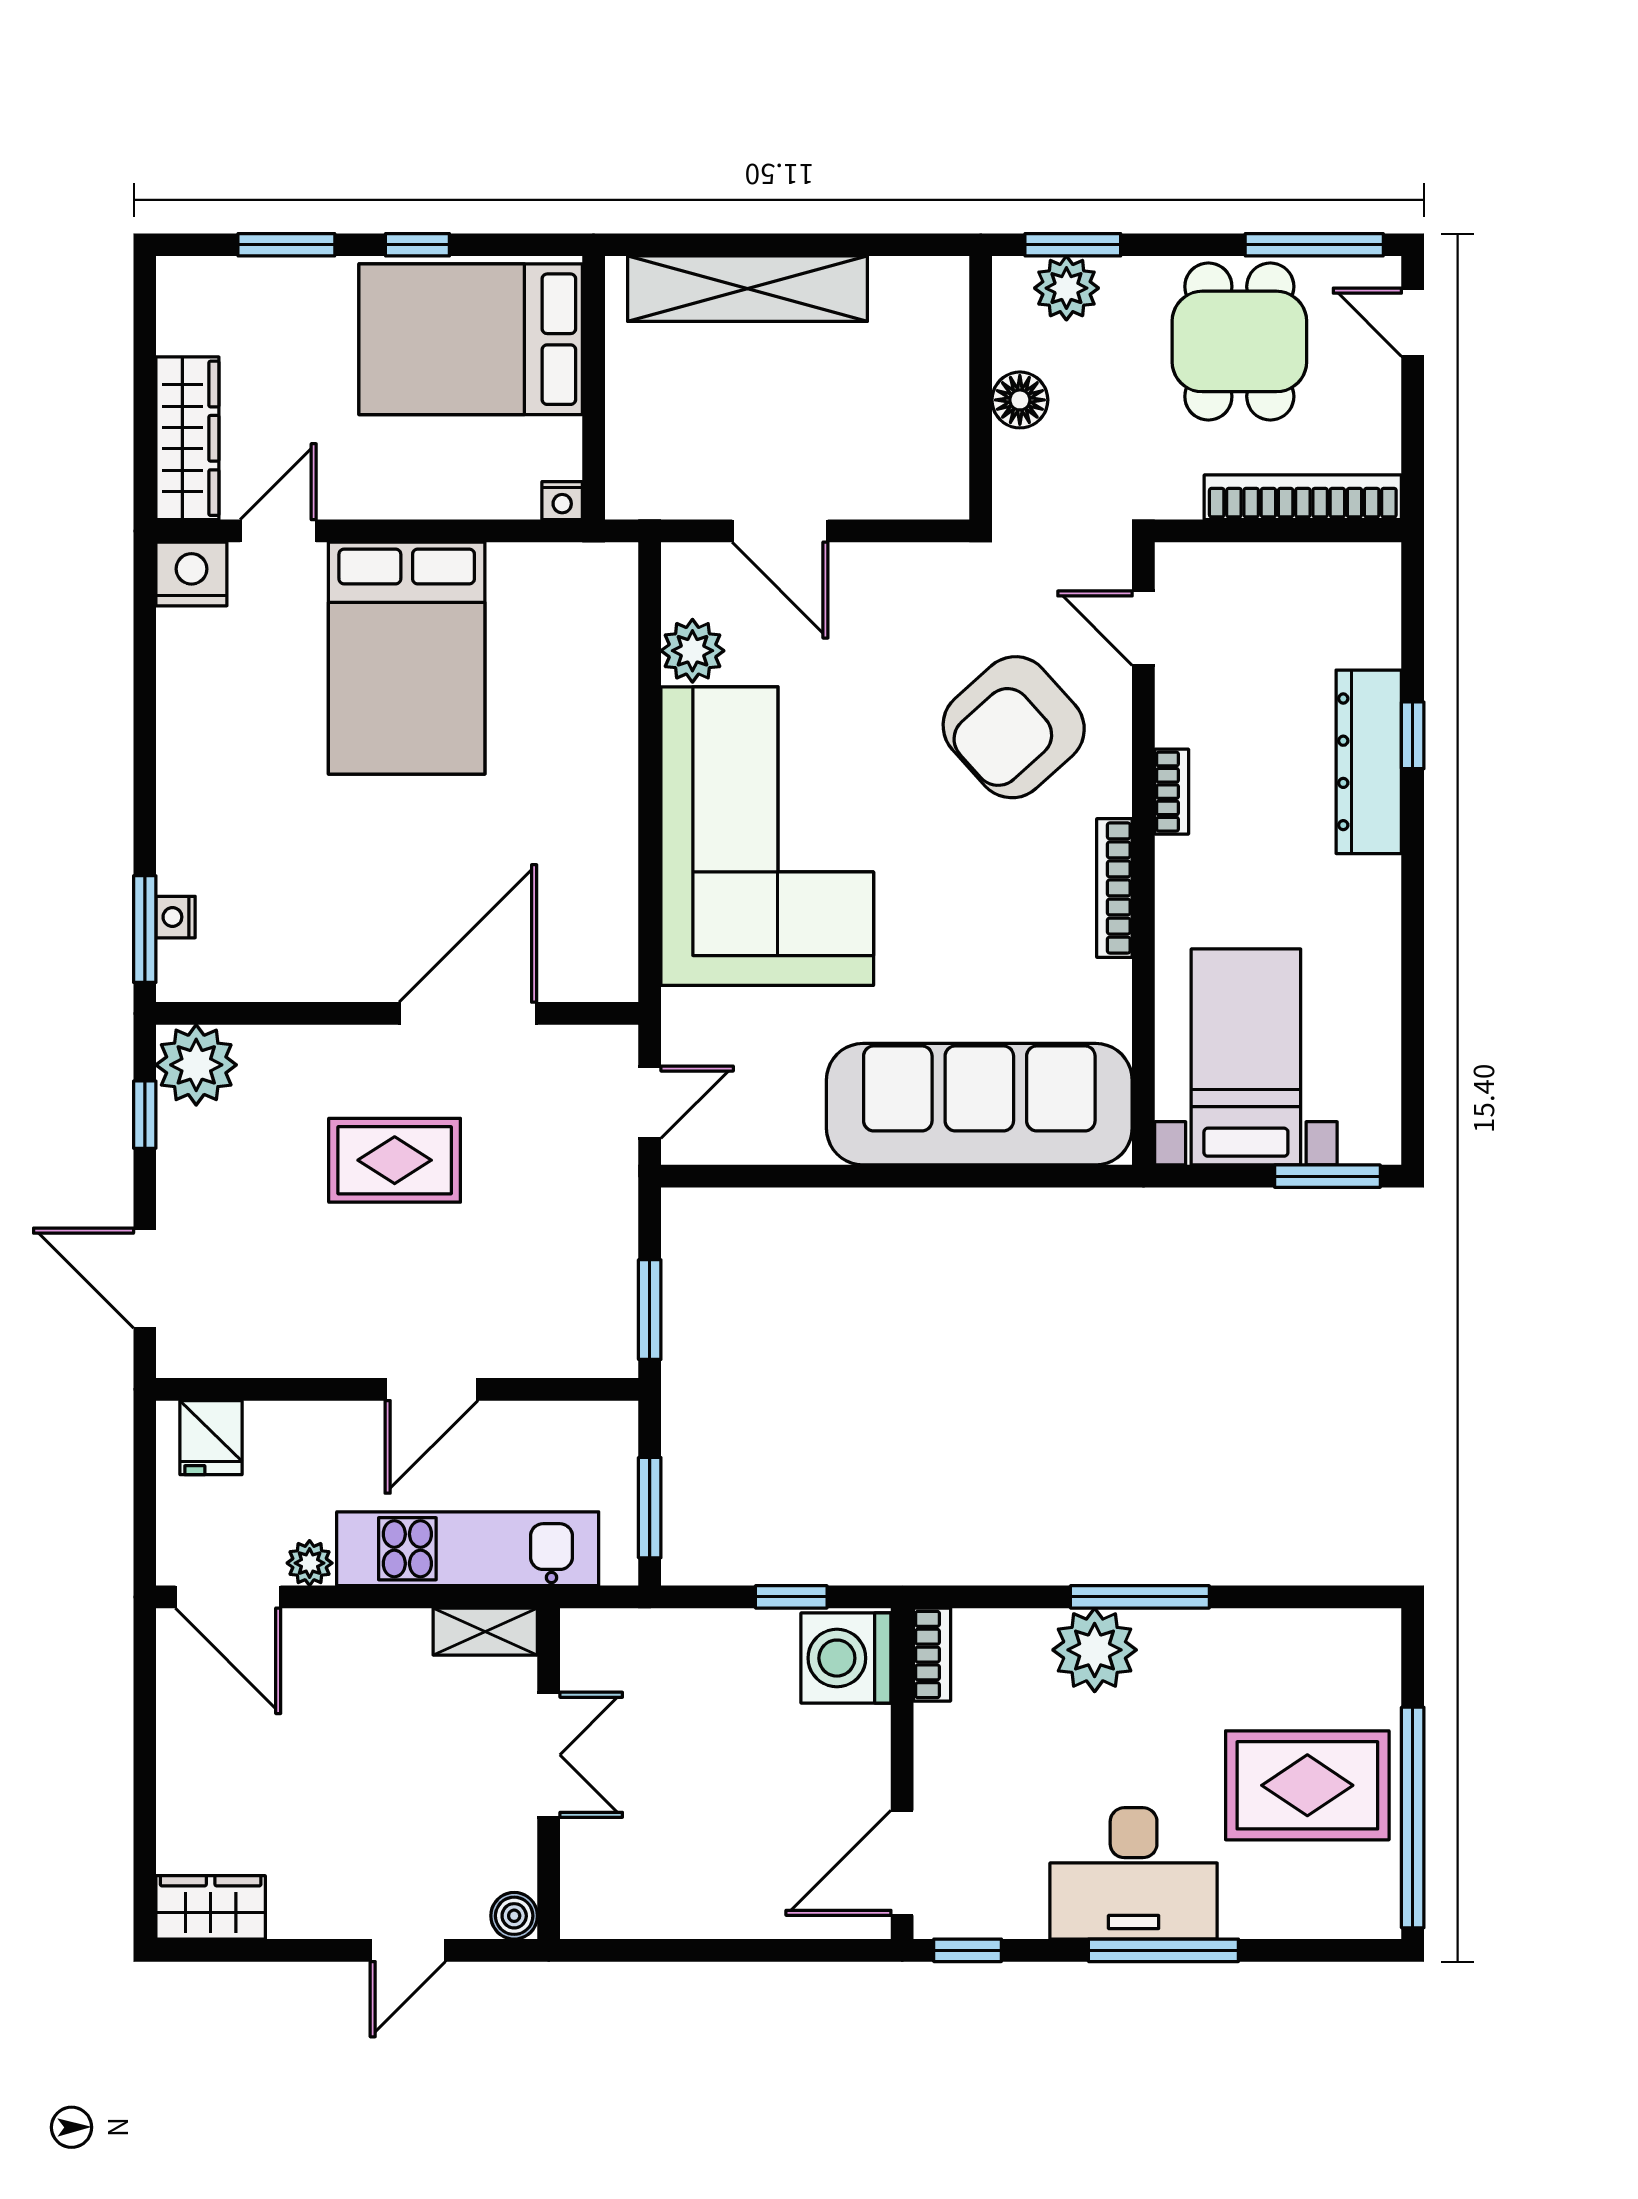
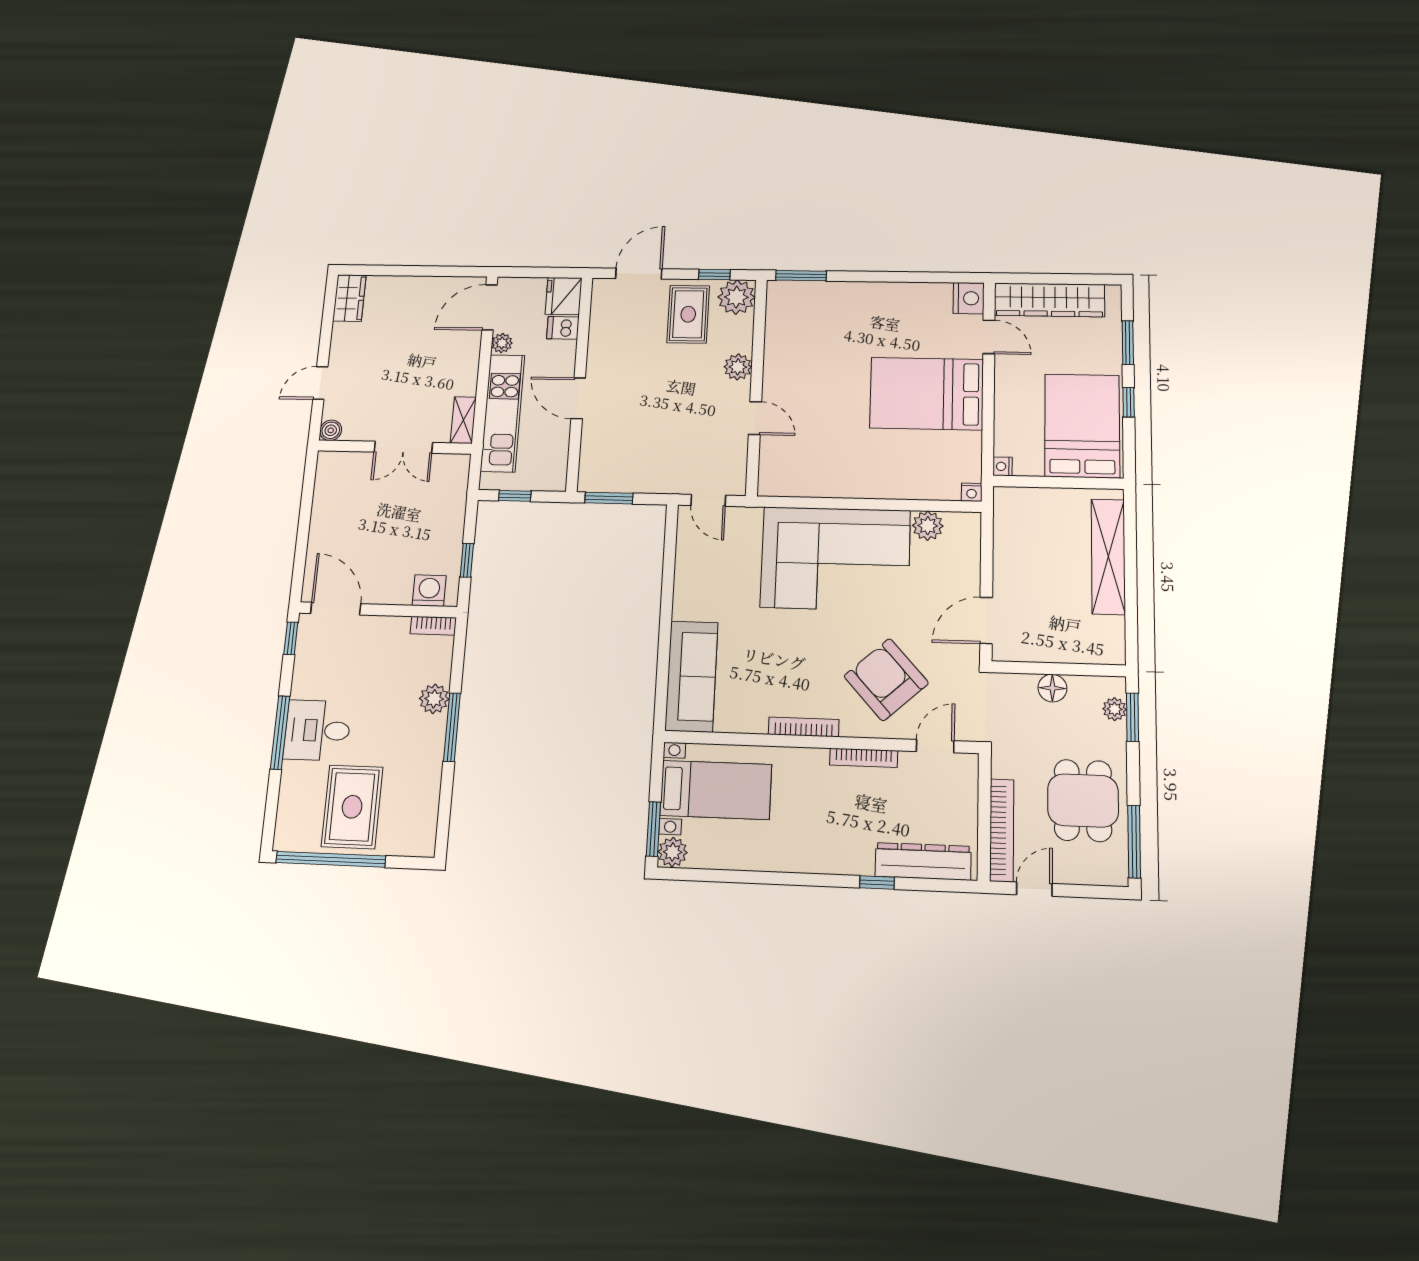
plant: (1066, 288) -> (1115, 709), width x0.73, depth x0.73
door: (1413, 322) -> (1034, 889), moved
dining table: (1239, 341) -> (1083, 800), turned 90
wardrobe: (187, 438) -> (1049, 300), width x1.40, depth x1.17
door: (780, 531) -> (986, 620), moved
dresser: (1369, 762) -> (923, 861), moved
bookcase: (1172, 792) -> (864, 758), width x1.56
nightstand: (176, 917) -> (972, 492), moved, turned 180
door: (468, 1013) -> (755, 418), width x0.53
plant: (355, 1054) -> (738, 367), added
sofa: (979, 1104) -> (692, 676), width x0.74, depth x0.79
plant: (1371, 1136) -> (673, 852), added
rug: (395, 1160) -> (688, 314), moved
dishwasher: (272, 1434) -> (563, 328), added
fridge: (211, 1438) -> (564, 296), width x1.38
window: (650, 1508) -> (515, 496), width x0.67
plant: (1095, 1650) -> (434, 699), width x0.73, depth x0.73
washing machine: (846, 1658) -> (429, 591), width x0.73, depth x0.73
desk: (1134, 1873) -> (317, 730), width x0.73
door: (408, 1950) -> (320, 383), hinge flipped

